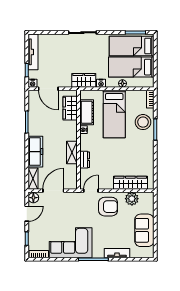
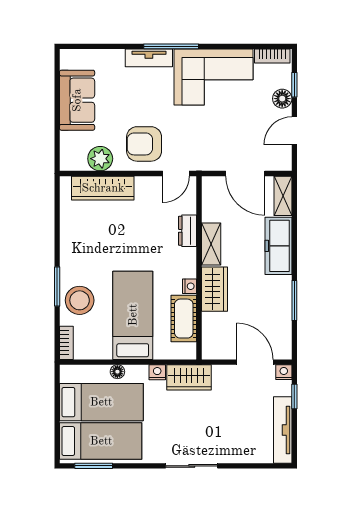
wardrobe: (70, 108) -> (214, 289), moved
door: (53, 191) -> (245, 174), hinge flipped
floor lamp: (33, 198) -> (282, 99), moved
tv unit: (117, 253) -> (149, 58), moved

